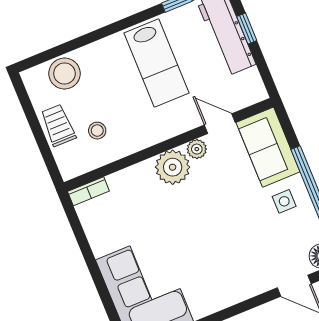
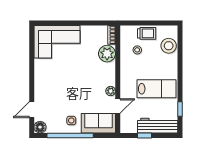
window: (247, 29) -> (144, 135), moved
lab bench: (156, 63) -> (156, 89), turned 180
plant: (173, 167) -> (107, 54), moved

